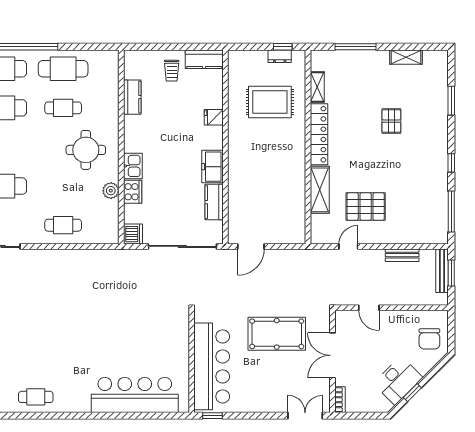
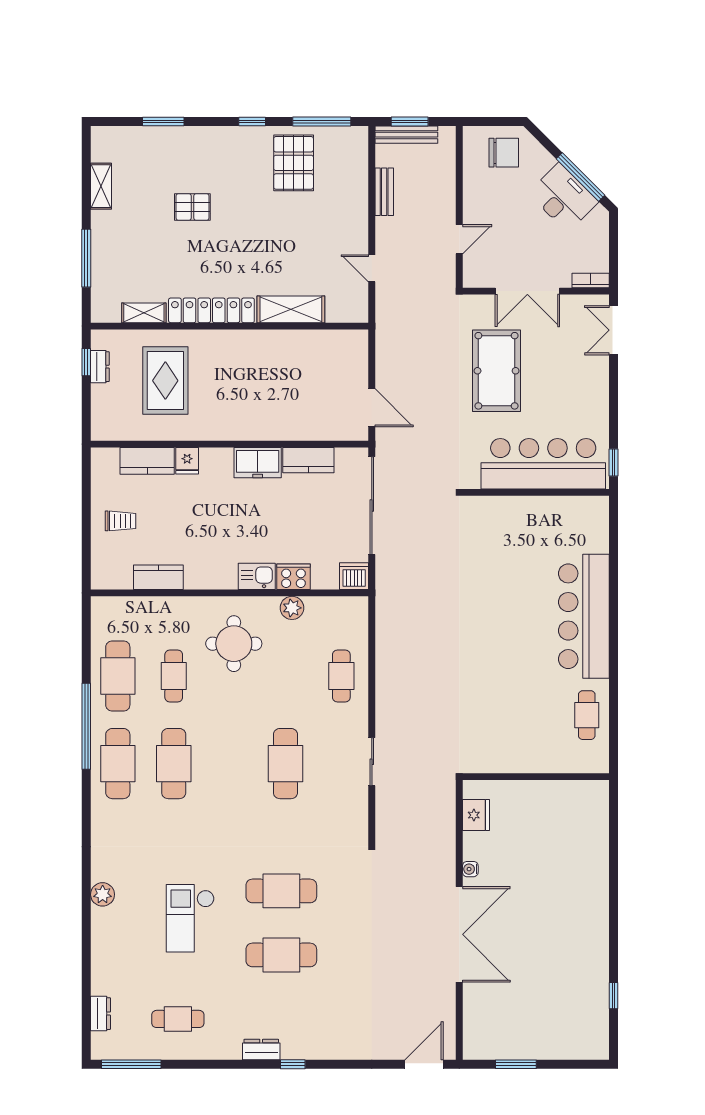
kitchen counter: (204, 59) -> (147, 461), moved, turned 90
pallet: (366, 207) -> (294, 163), moved
window: (412, 393) -> (581, 177), width x2.17
bar counter: (135, 395) -> (584, 616), moved

